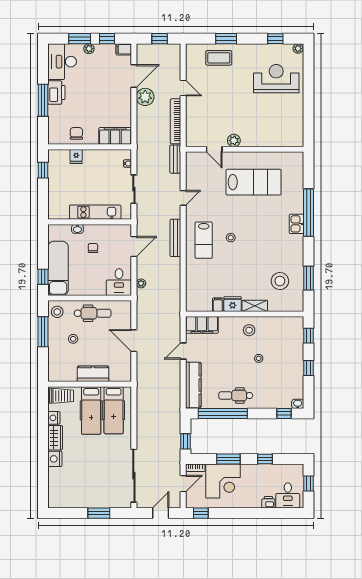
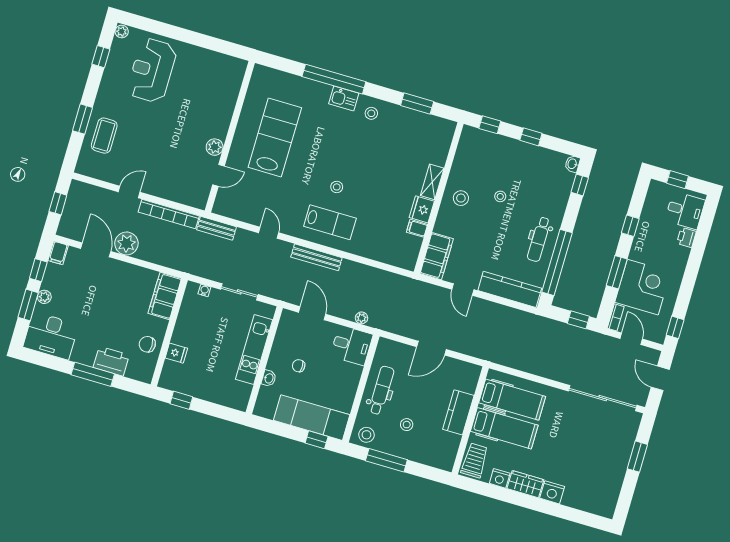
printer: (56, 93) -> (111, 361), moved
stool: (280, 281) -> (371, 113), moved, width x0.53, depth x0.53

